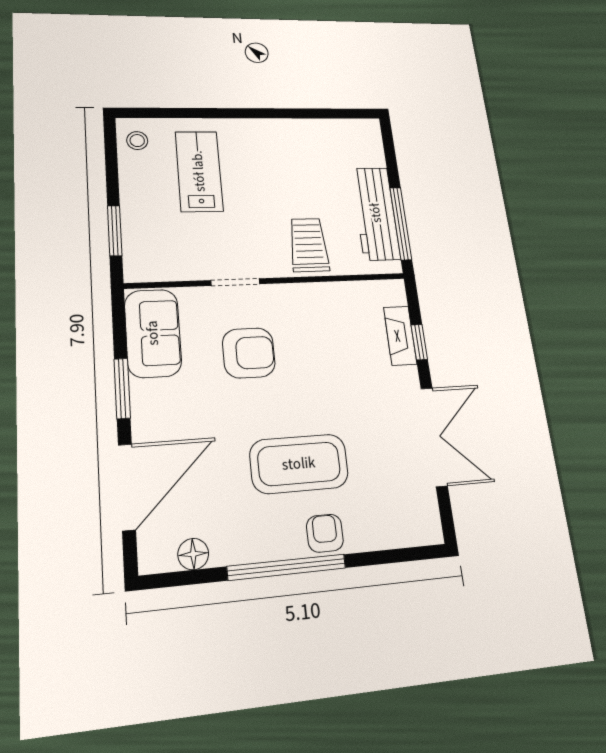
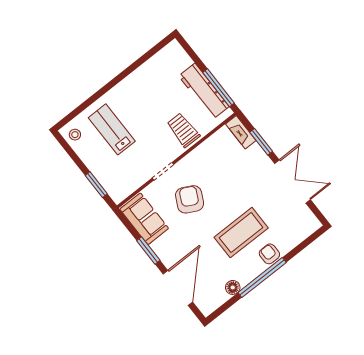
fireplace: (400, 336) -> (241, 132), moved
window: (419, 342) -> (261, 142), width x1.50
armchair: (249, 353) -> (190, 199), turned -63
floor lamp: (193, 554) -> (233, 287), moved

